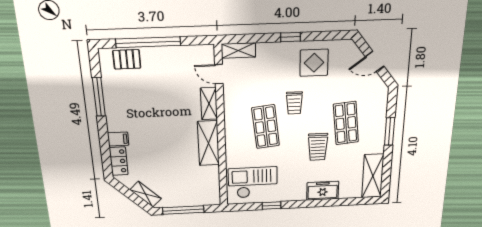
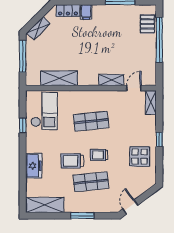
door: (375, 61) -> (130, 207), moved
trolley: (294, 103) -> (99, 155), moved
shelving: (208, 143) -> (59, 78), moved

